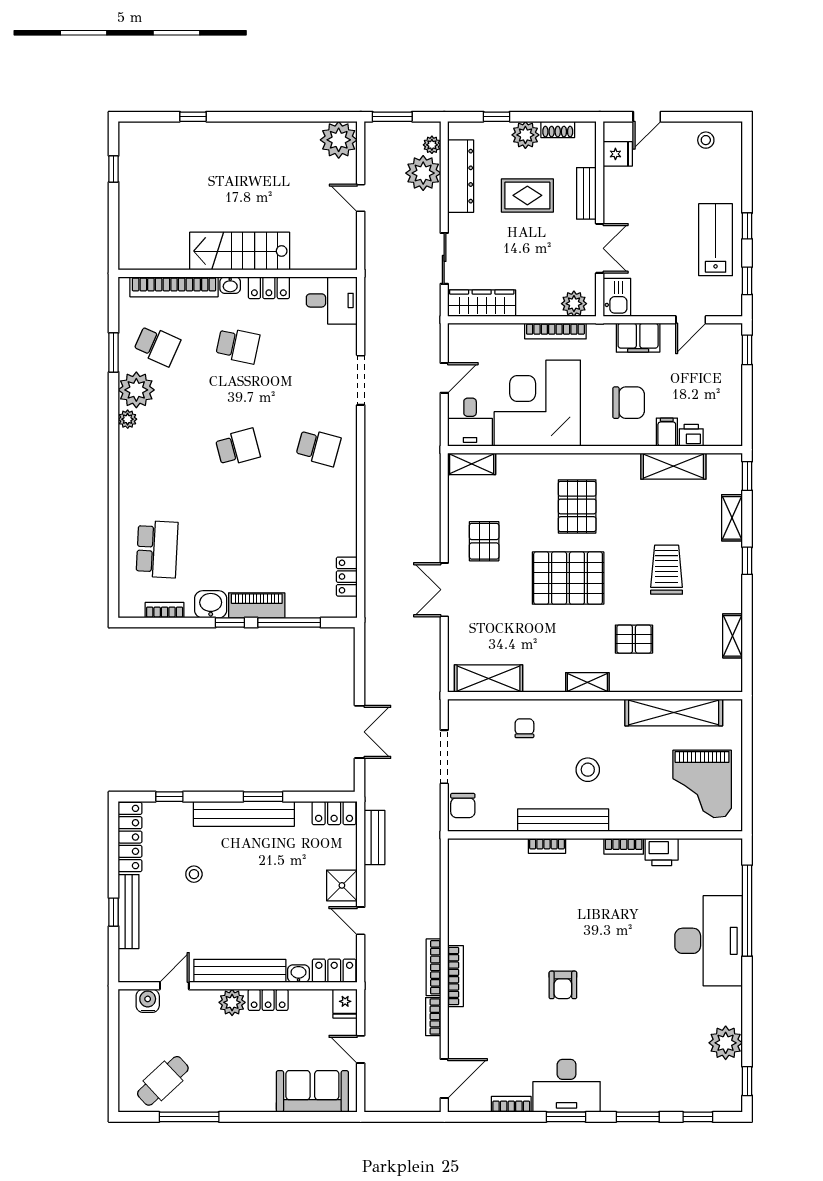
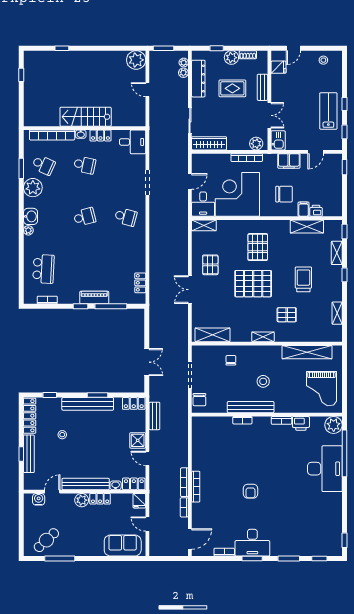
plant: (423, 173) -> (183, 73), width x0.53, depth x0.53
plant: (128, 419) -> (28, 230), moved
washbasin: (211, 604) -> (31, 216), moved, turned 90
plant: (726, 1043) -> (334, 425), moved

